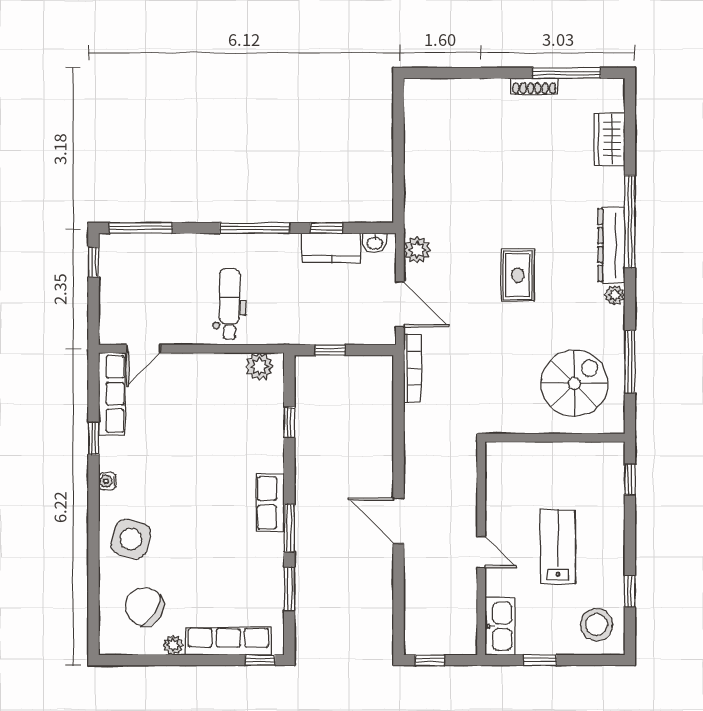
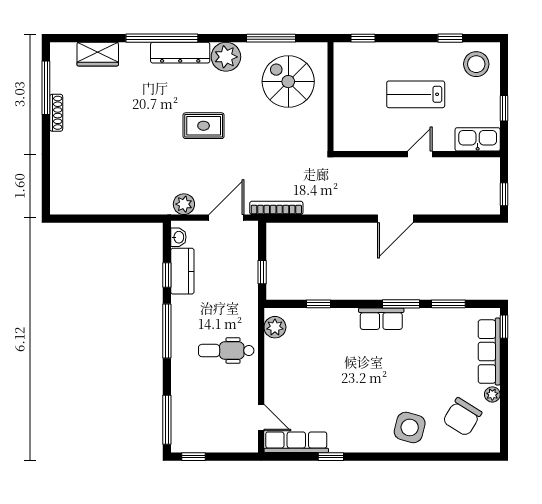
plant: (615, 295) -> (226, 57), width x1.87, depth x1.87
water cooler: (107, 481) -> (365, 446), removed

